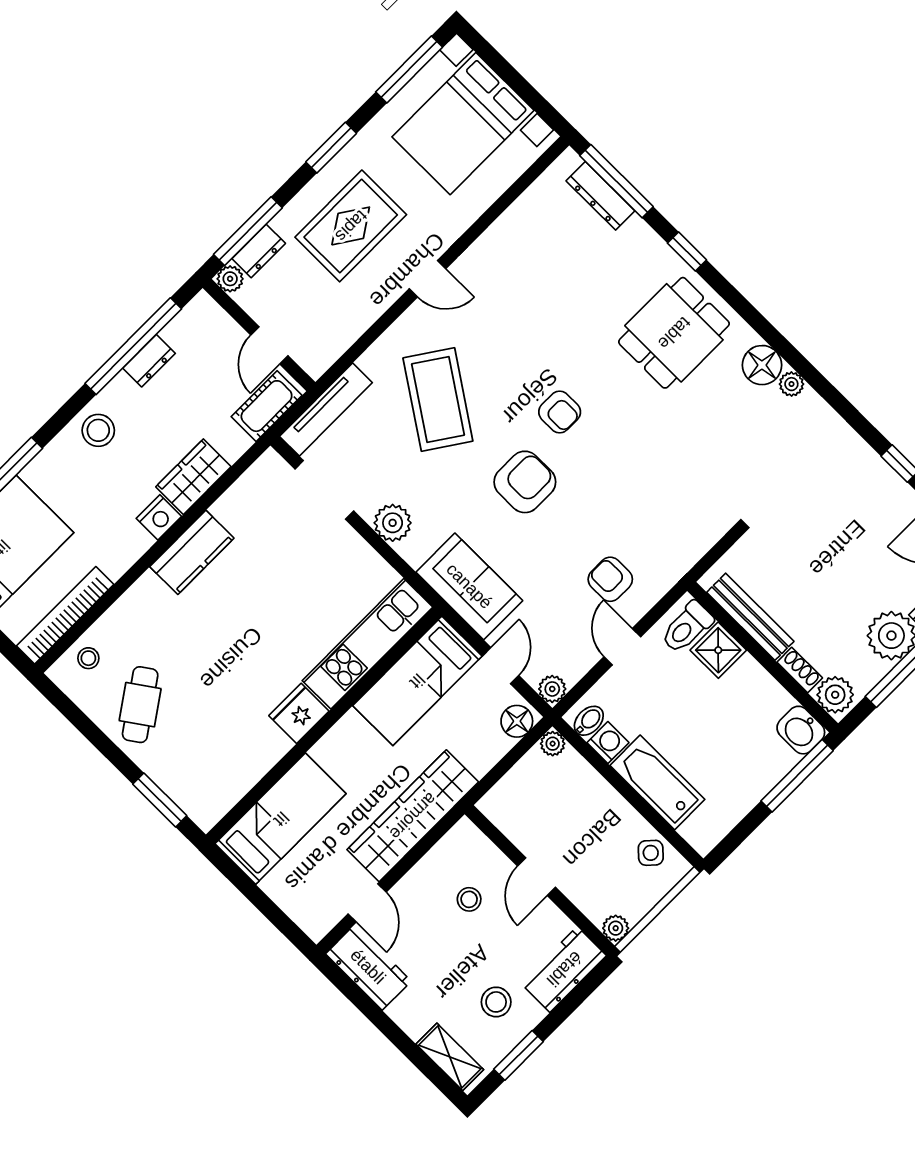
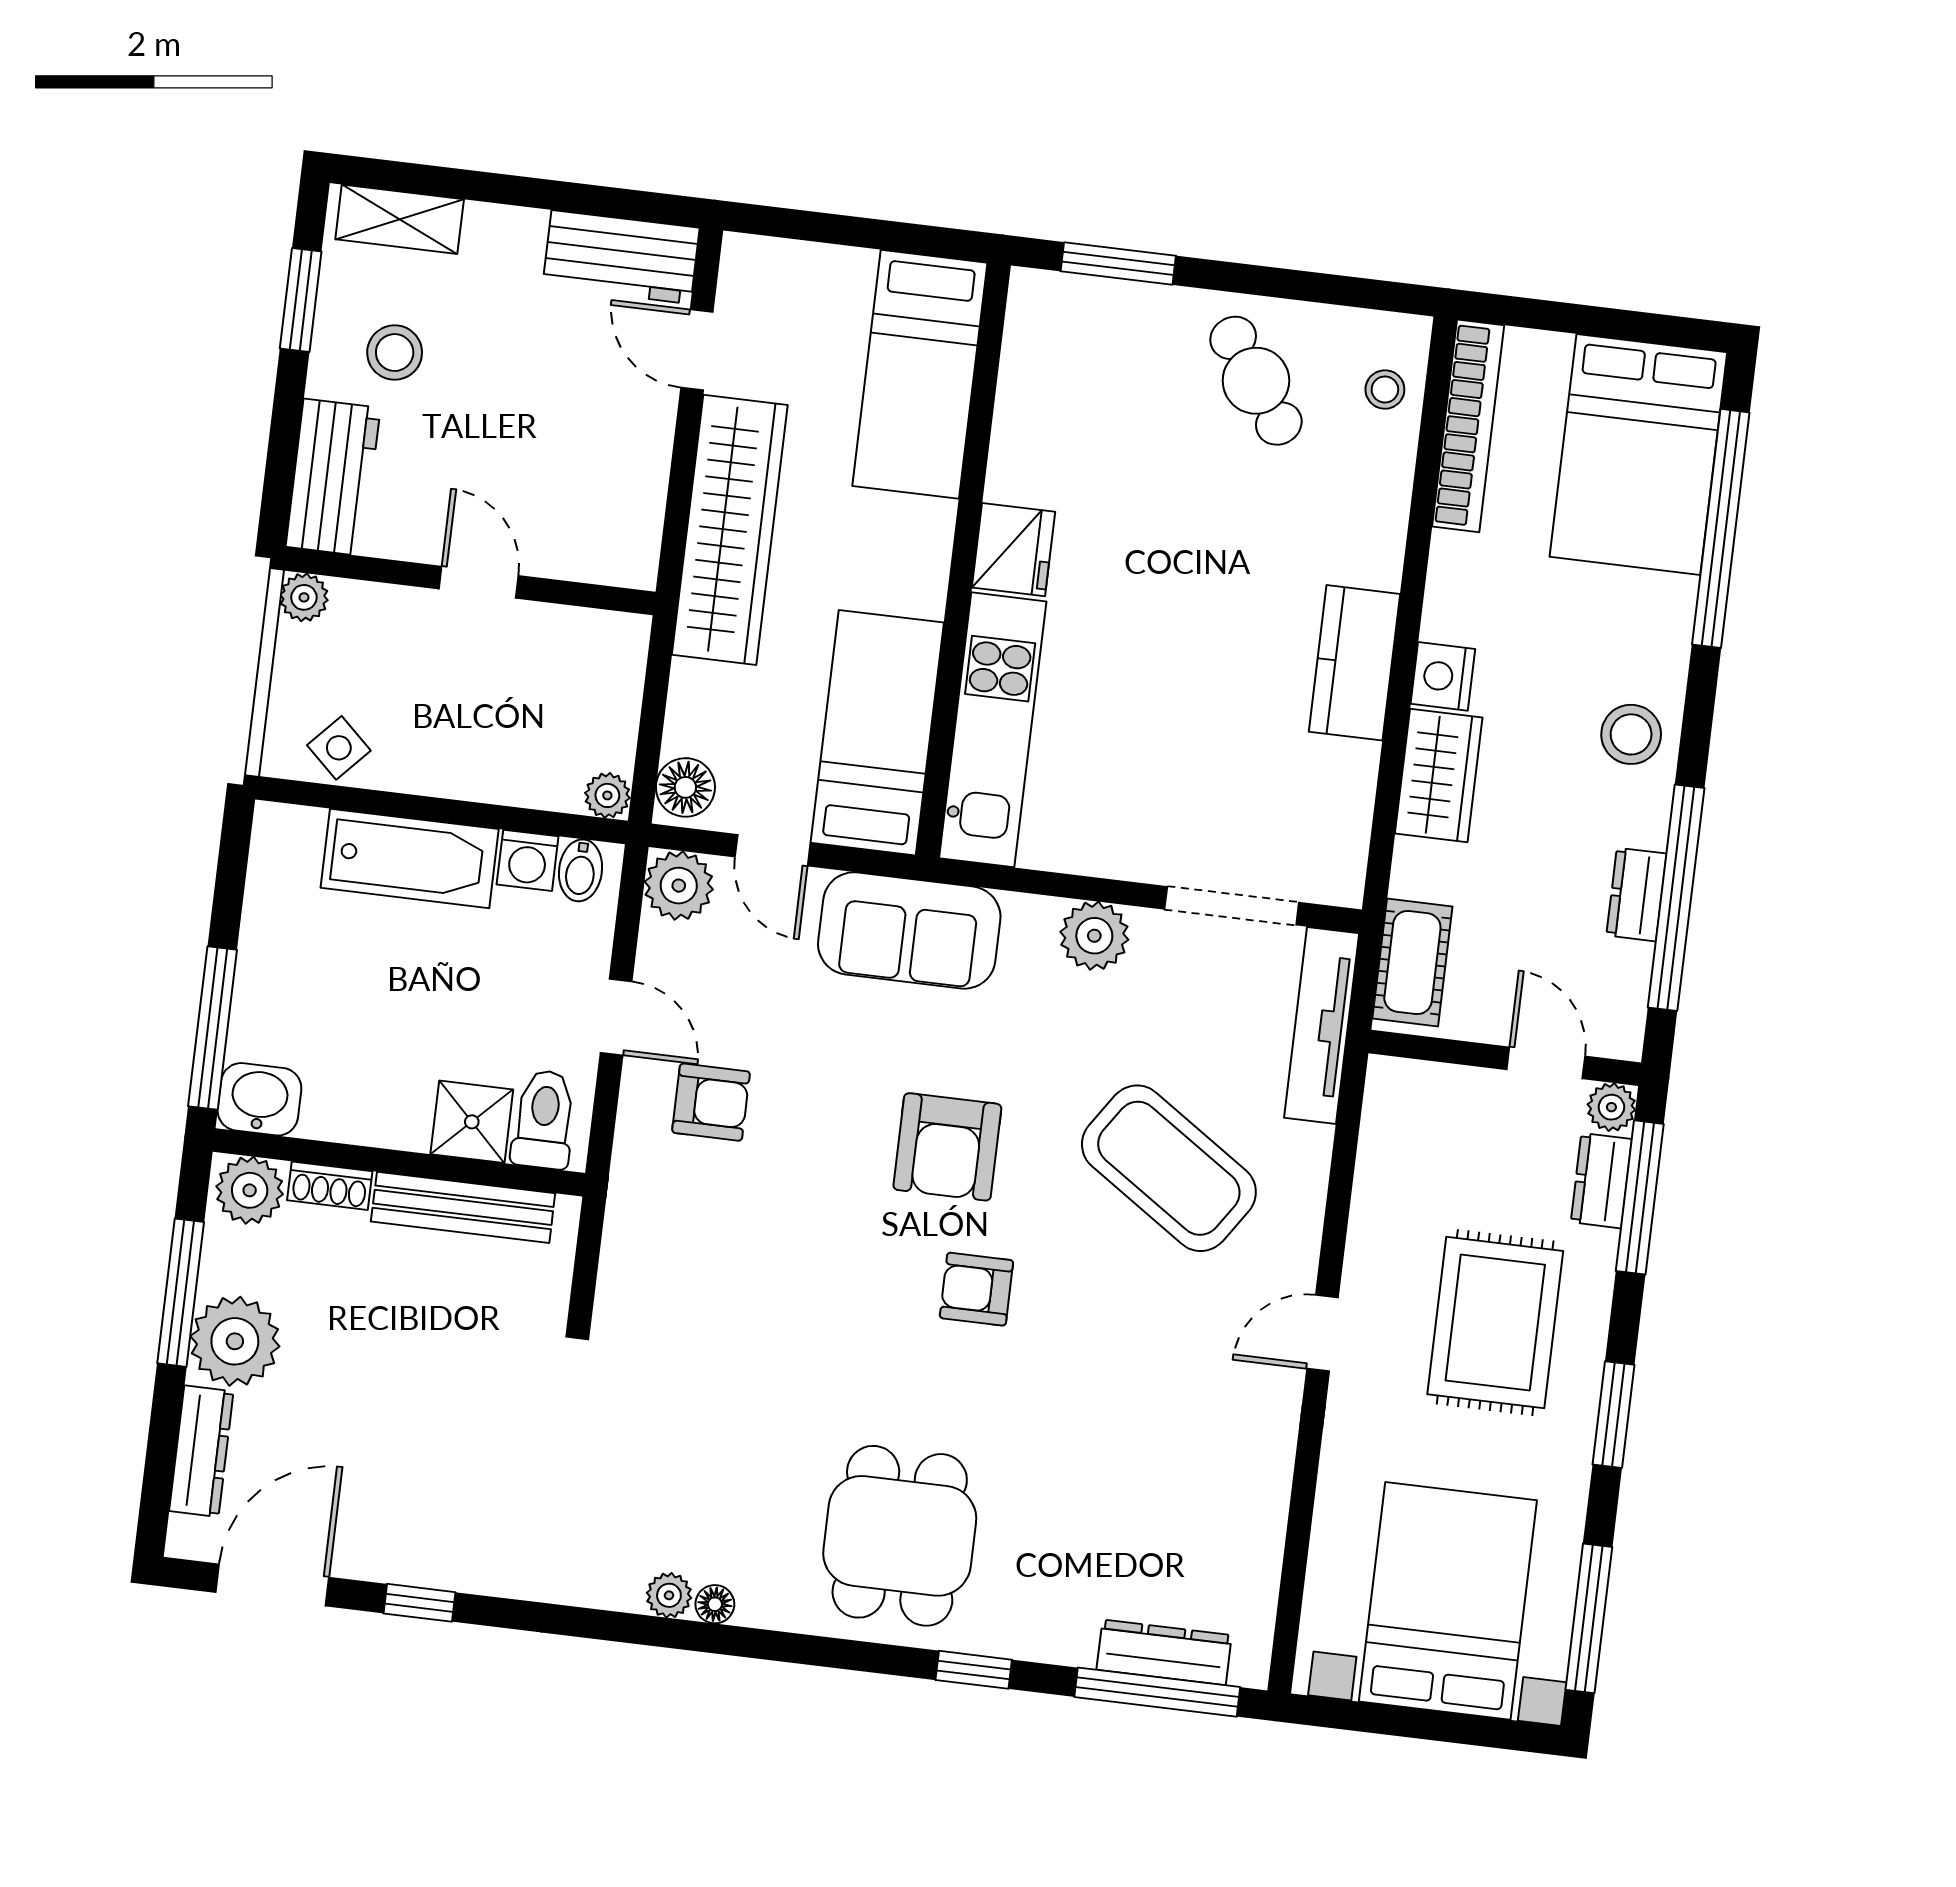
door: (269, 345) -> (1546, 1063), moved
floor lamp: (762, 365) -> (715, 1604), width x0.53, depth x0.53
plant: (552, 689) -> (679, 886), width x1.38, depth x1.38
stool: (469, 899) -> (551, 472), removed

